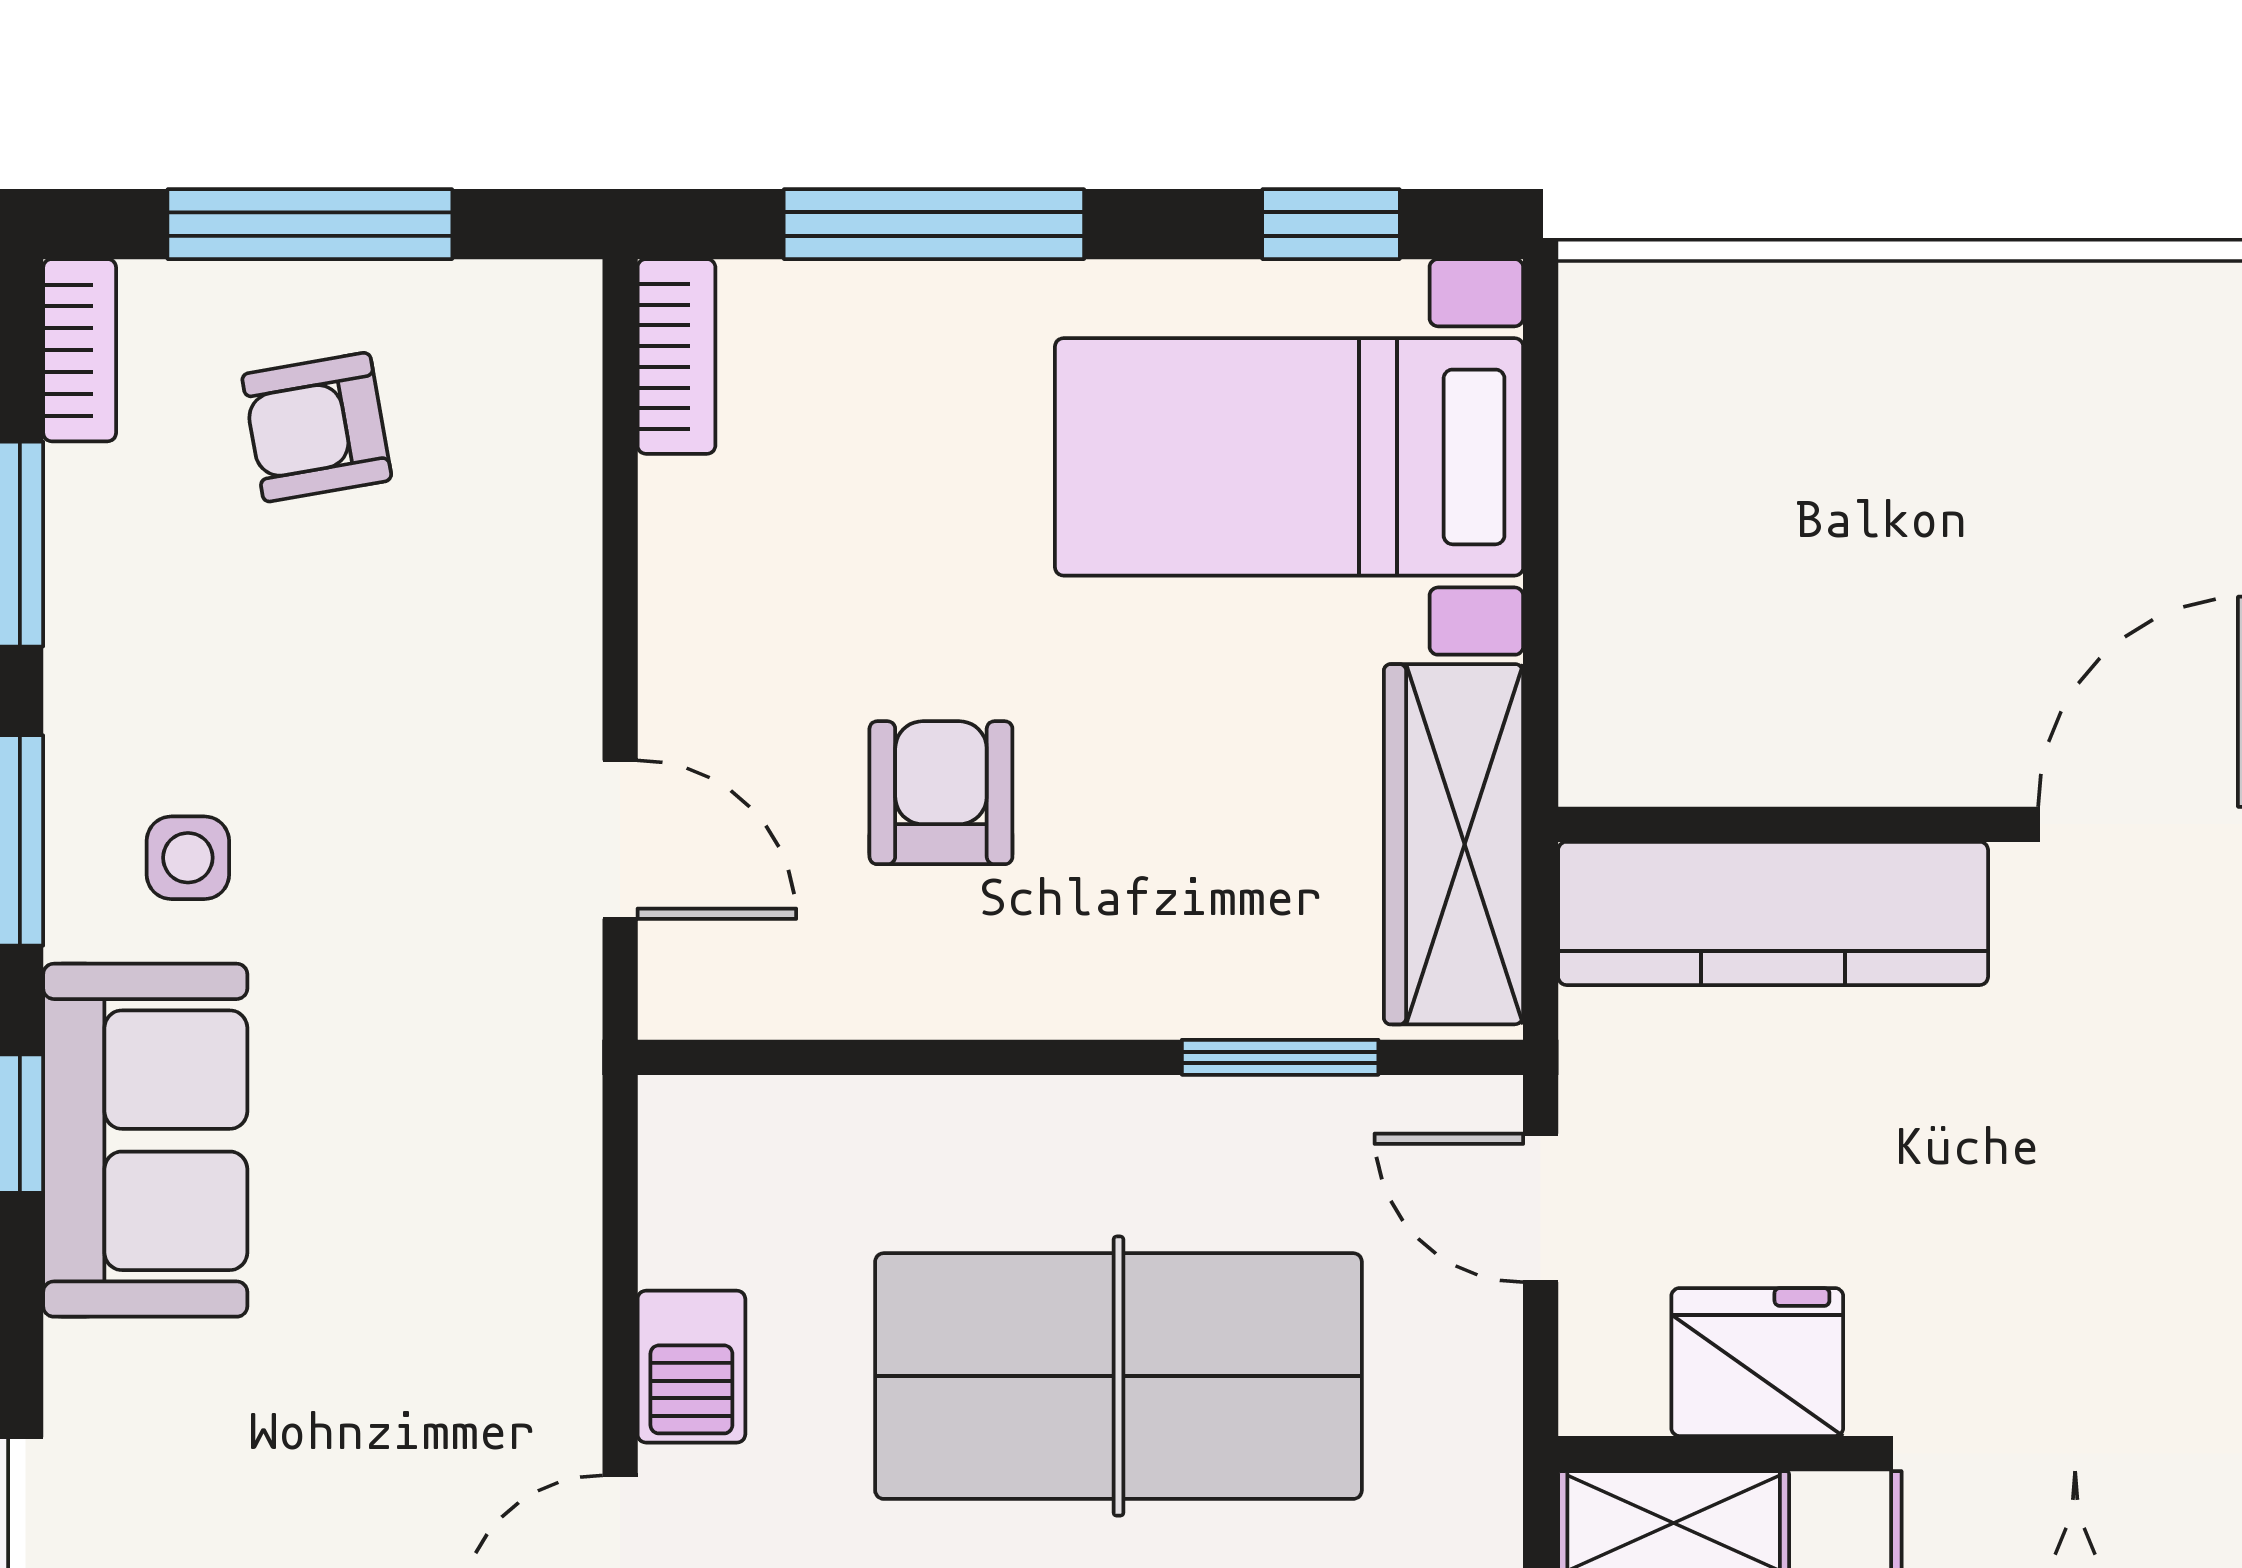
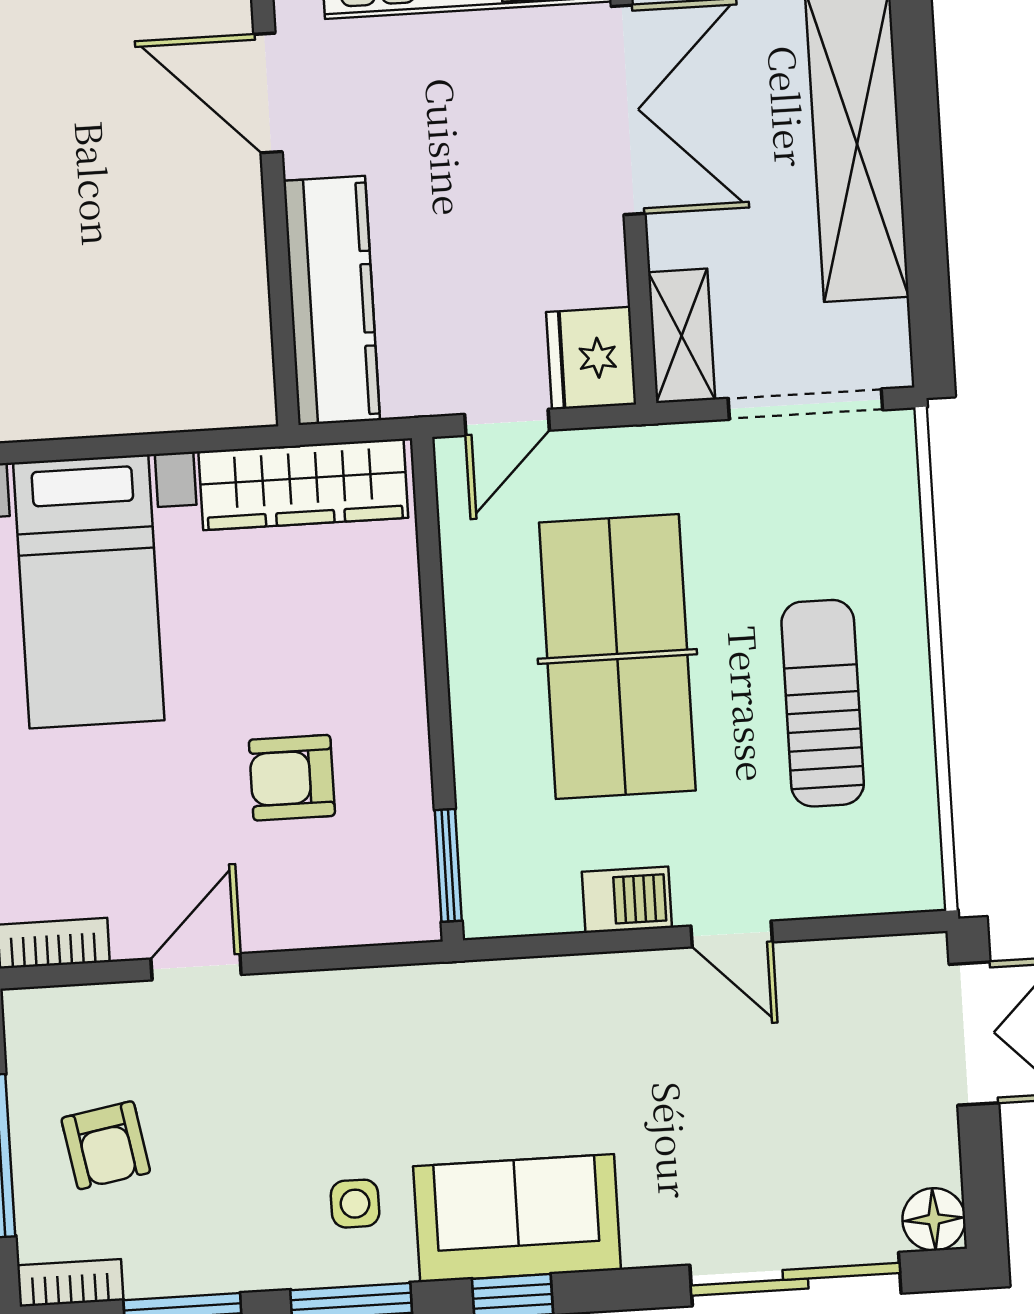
door: (620, 840) -> (196, 967), moved
window: (1280, 1057) -> (448, 865), moved
fridge: (1757, 1362) -> (591, 358), moved

